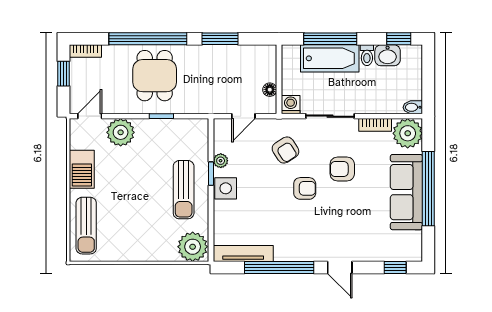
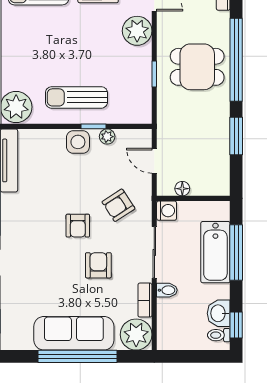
toilet: (367, 55) -> (219, 335), moved
bidet: (413, 107) -> (167, 290), moved, turned 90

